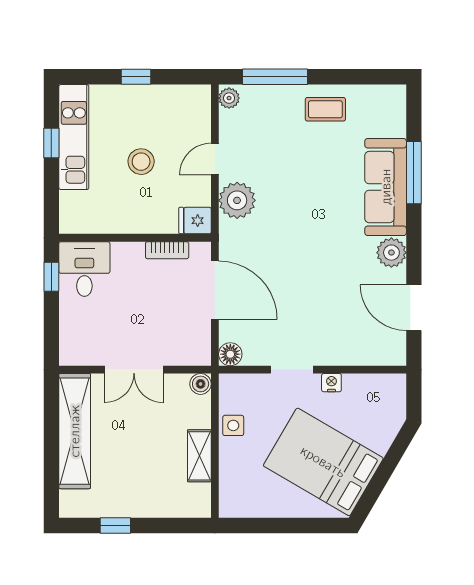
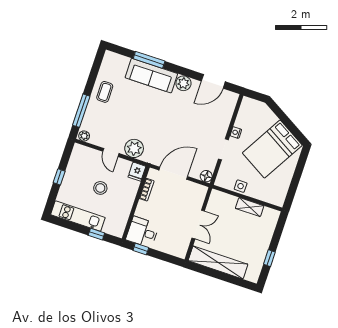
window: (51, 143) -> (96, 234), moved
boiler: (201, 384) -> (216, 195), removed

